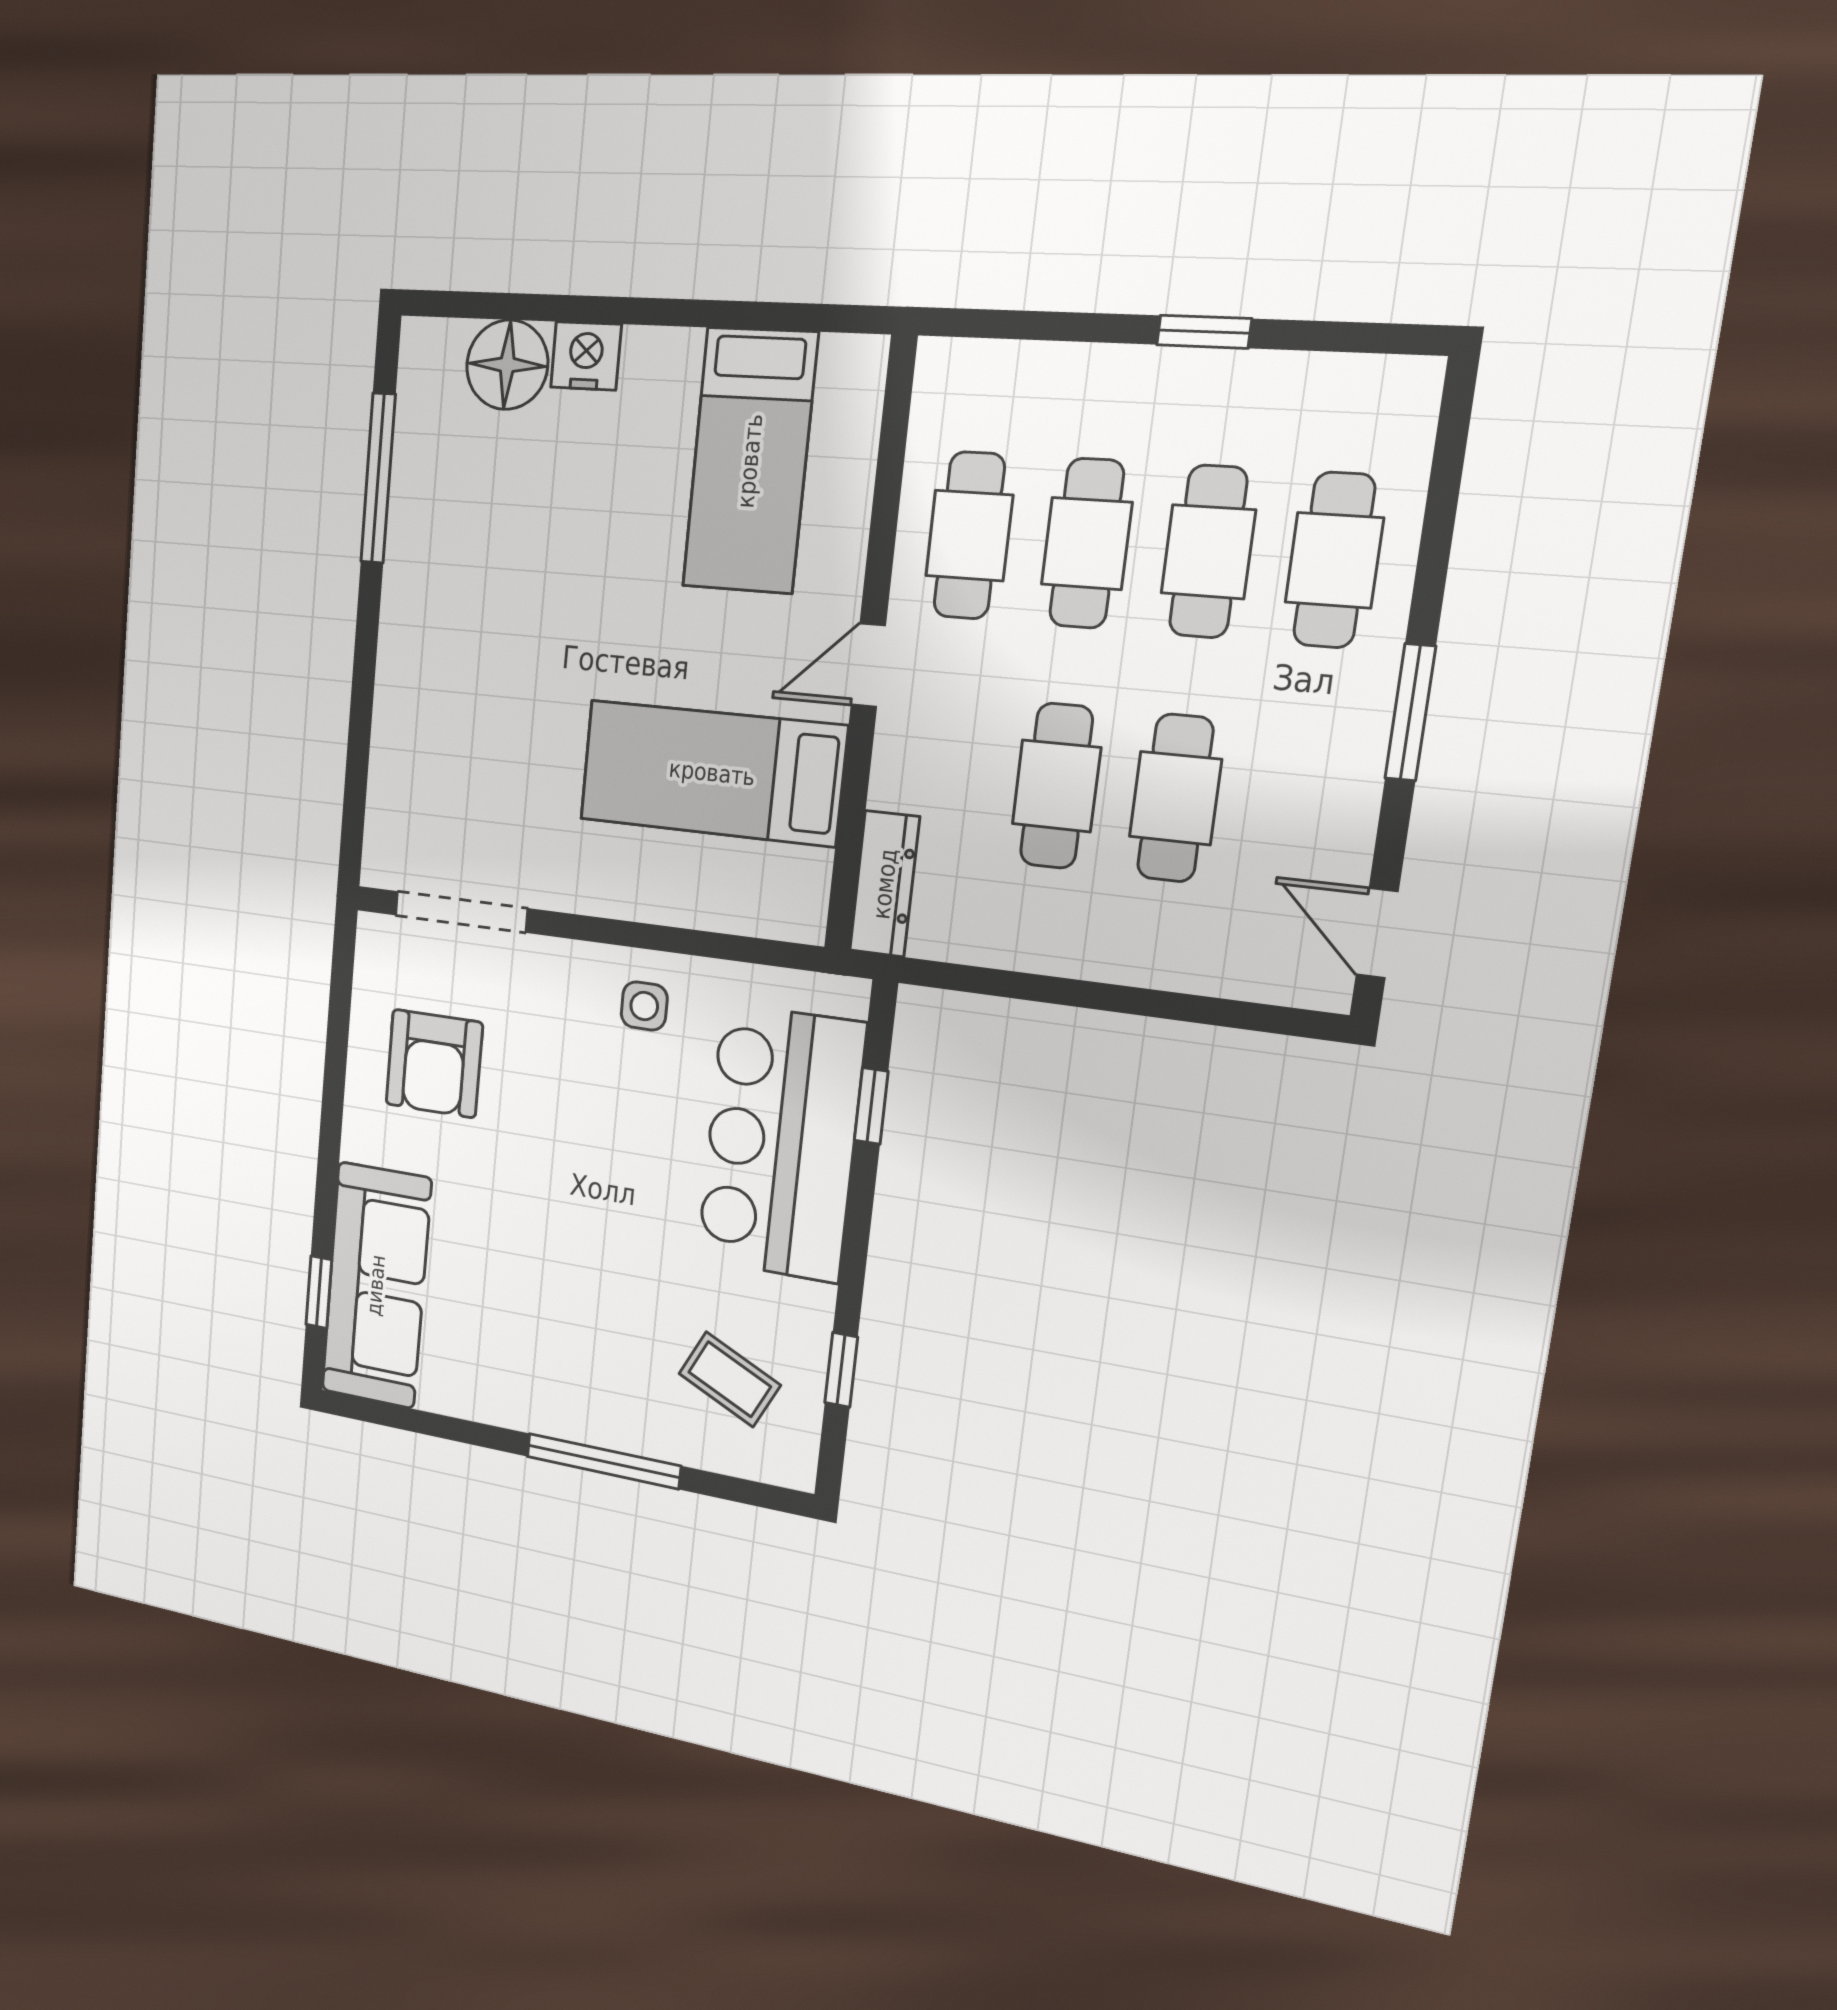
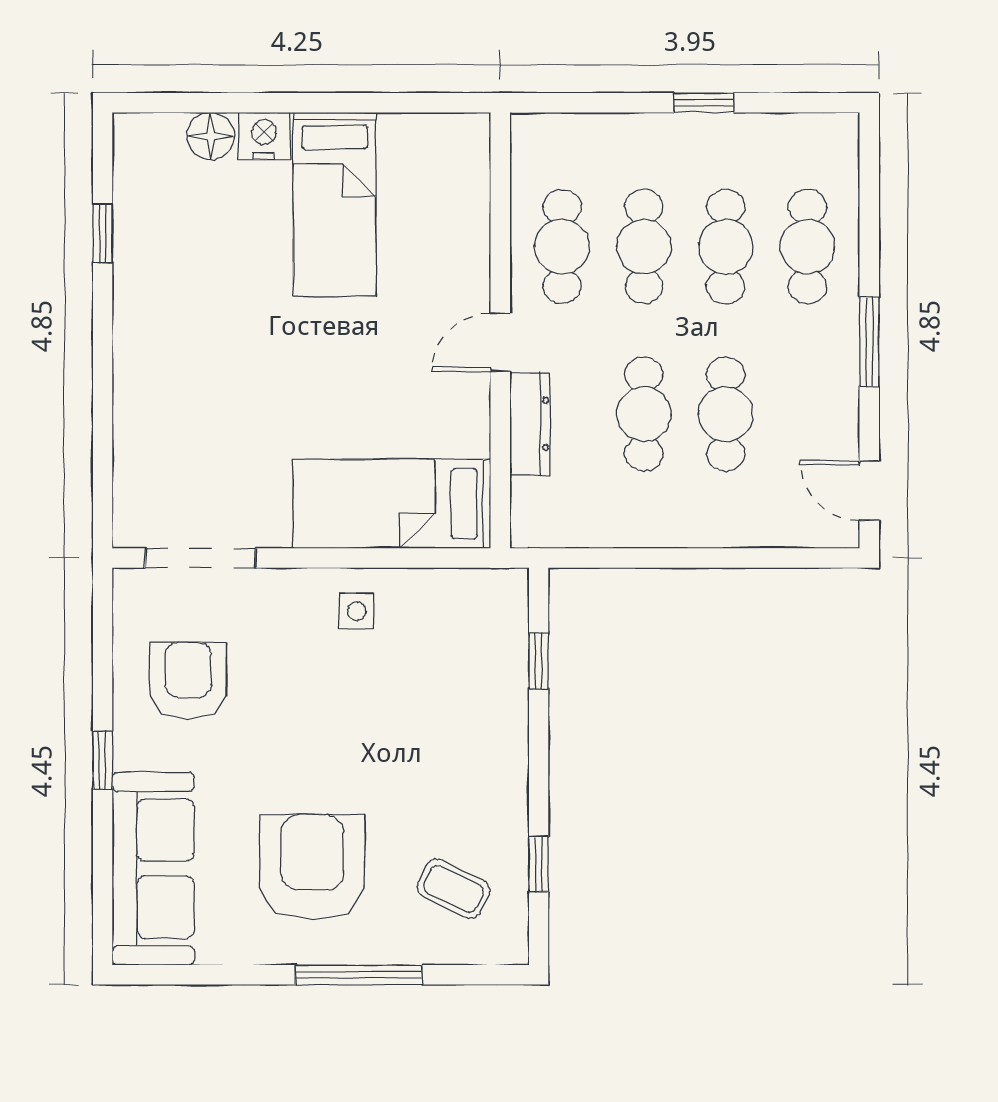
floor lamp: (507, 365) -> (211, 136), width x0.73, depth x0.73
bed: (750, 461) -> (335, 204), moved
window: (378, 478) -> (103, 234), width x0.46
bed: (712, 773) -> (392, 504), moved
dresser: (885, 884) -> (530, 424), moved
armchair: (434, 1064) -> (188, 680), turned 180
bar counter: (781, 1143) -> (474, 699), removed
window: (319, 1292) -> (103, 760), moved
armchair: (560, 1319) -> (312, 867), added

